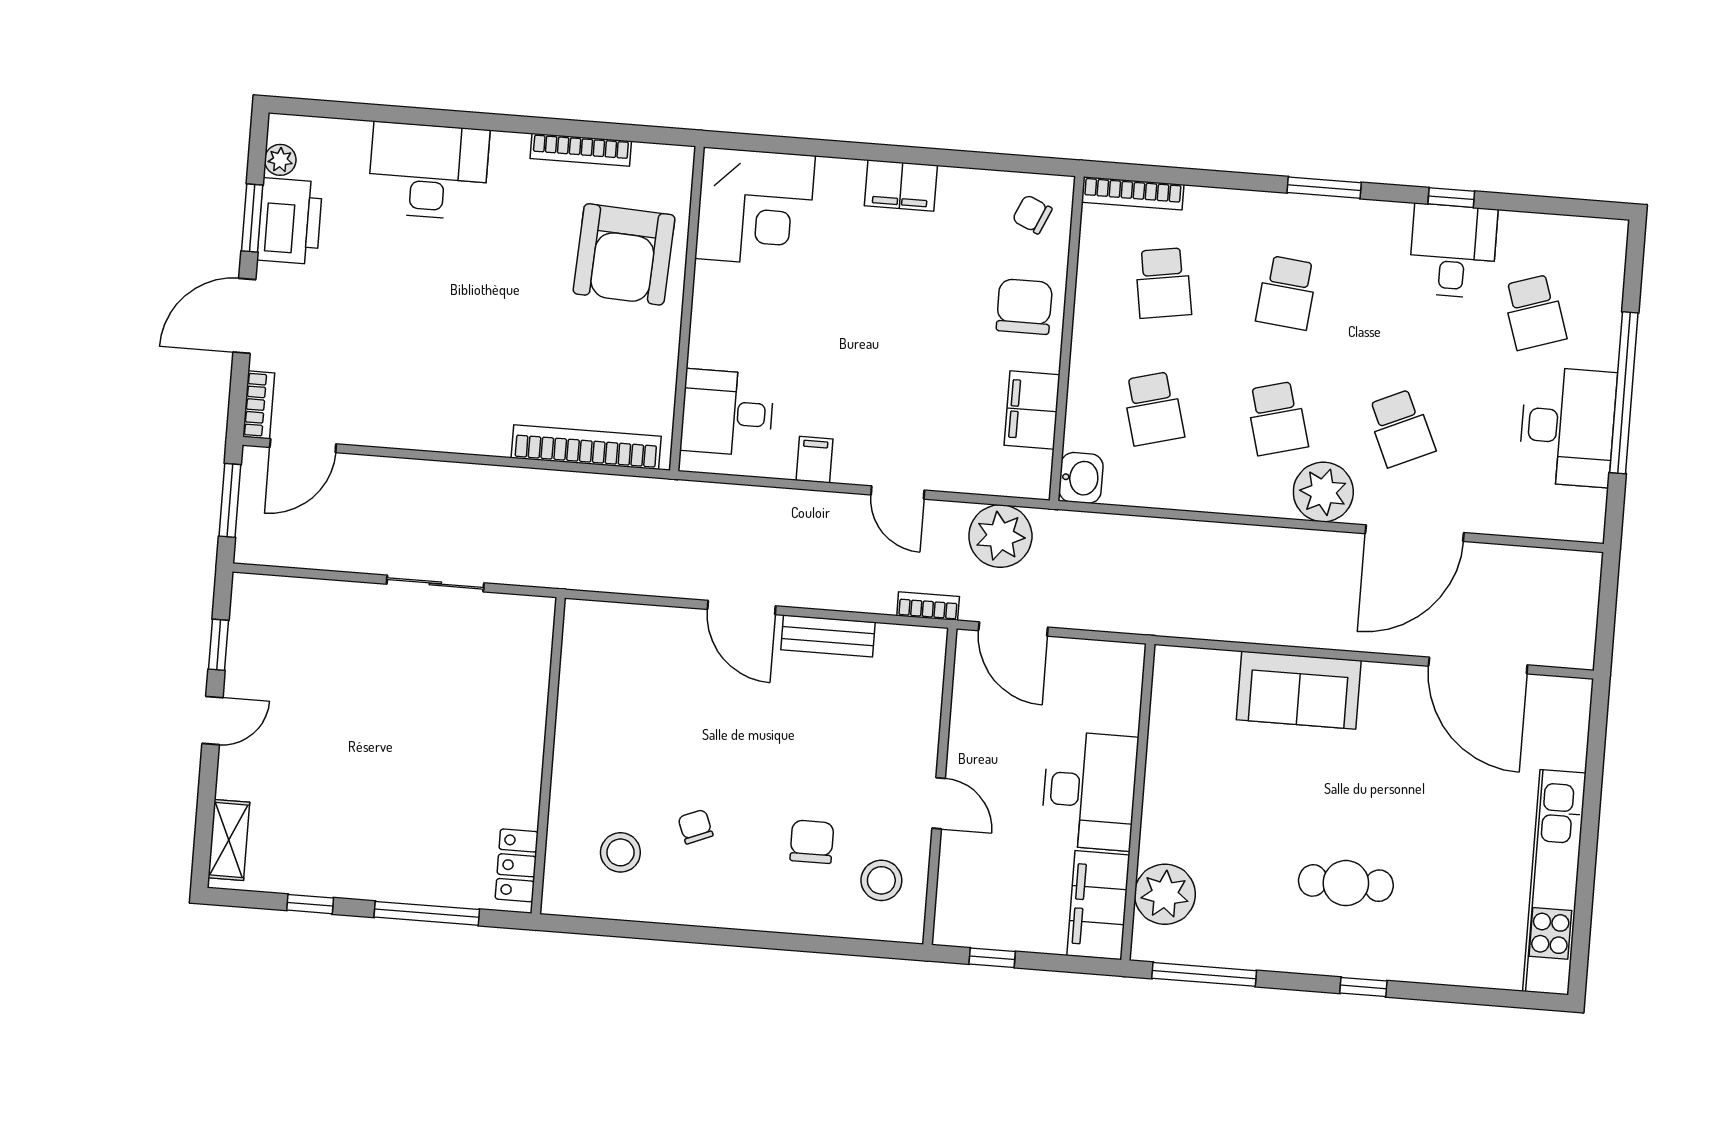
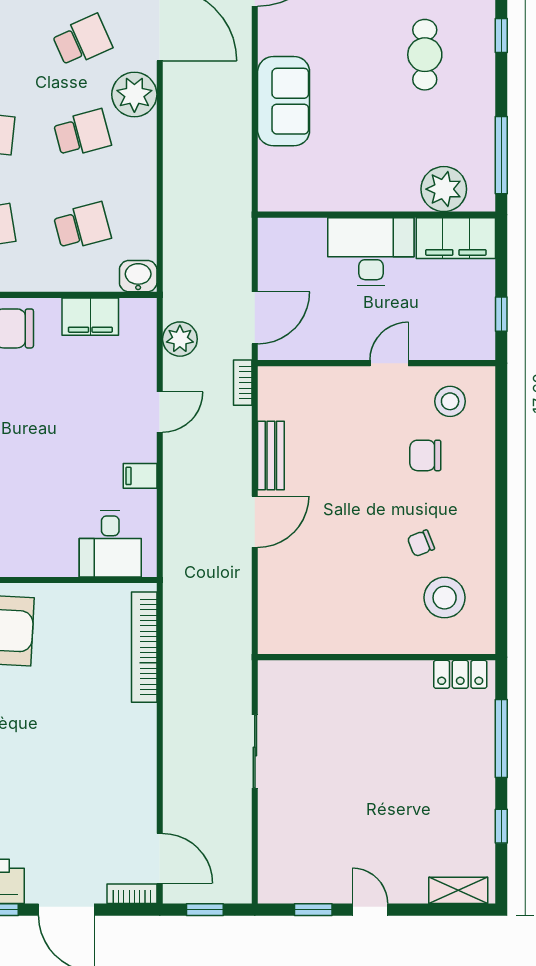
window: (230, 500) -> (205, 910), width x0.67
plant: (1000, 536) -> (180, 339), width x0.73, depth x0.73
stool: (620, 852) -> (445, 598), width x1.38, depth x1.38

